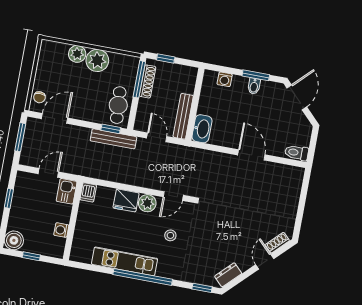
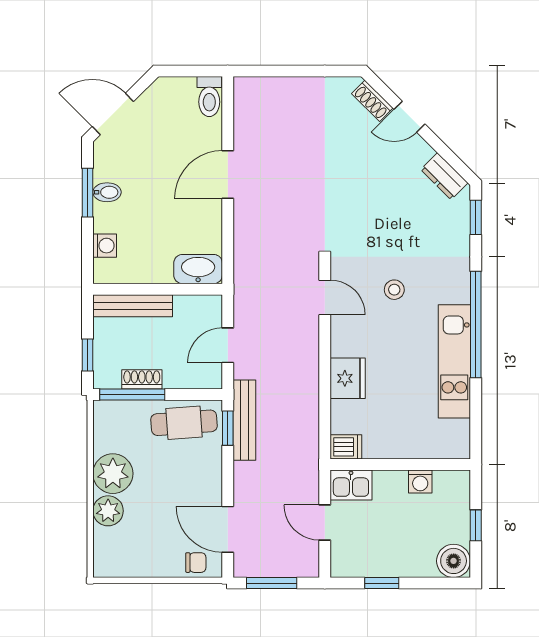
shoe rack: (148, 81) -> (142, 379), width x0.70
bench: (183, 116) -> (133, 306), moved
plant: (147, 203) -> (346, 340), removed

